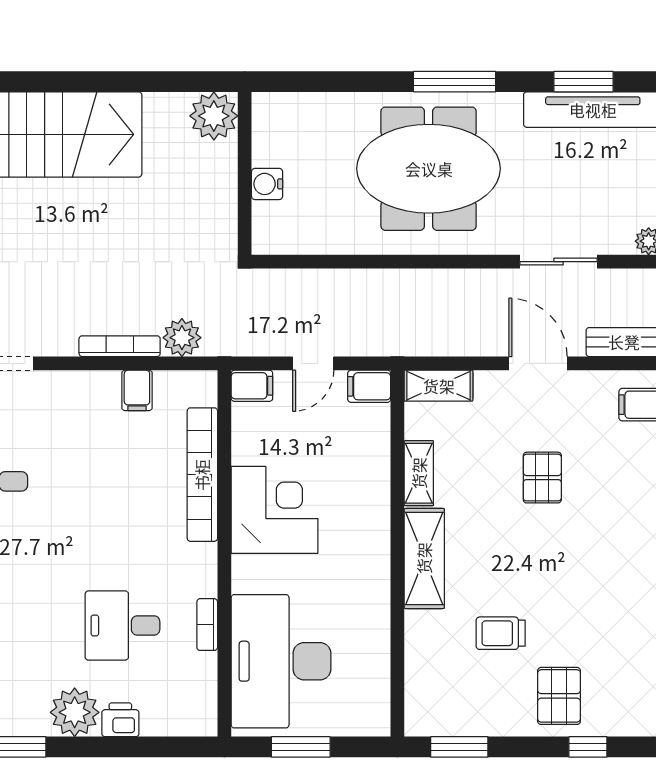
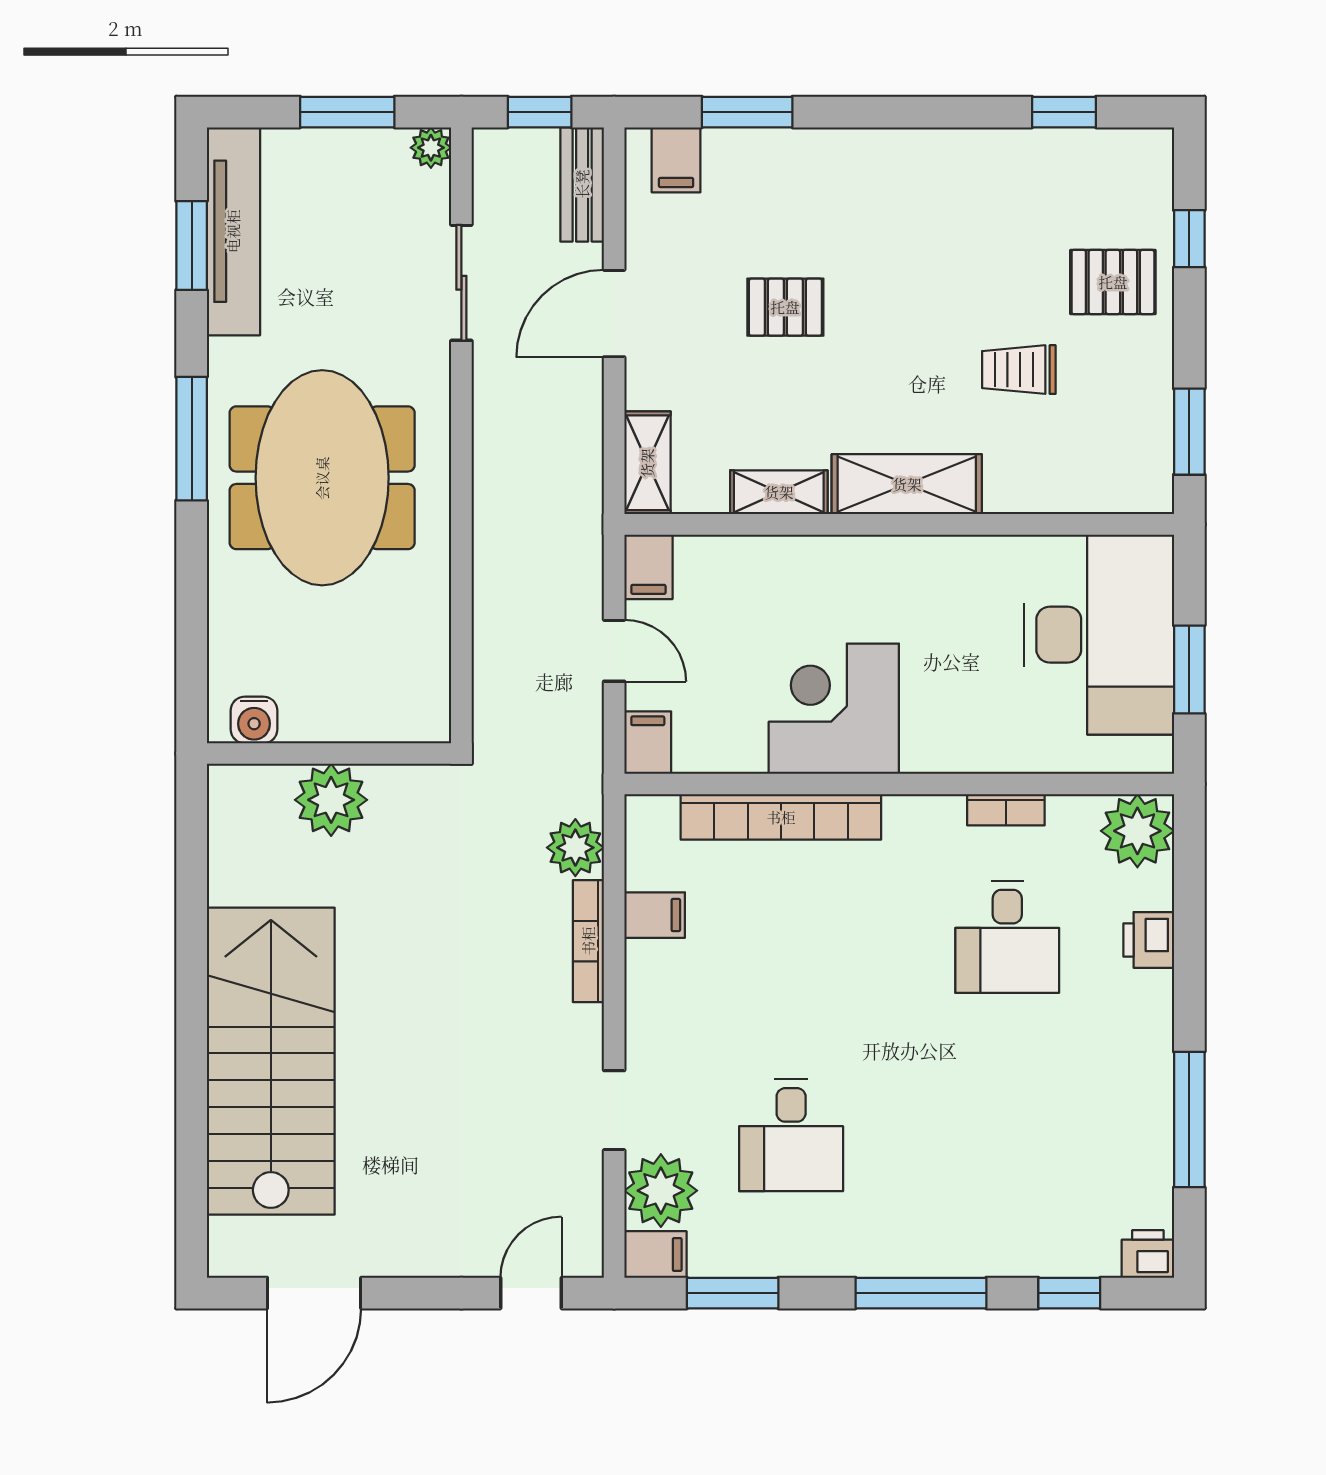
plant: (214, 116) -> (331, 800), moved
water cooler: (267, 184) -> (254, 720), moved
trolley: (501, 633) -> (1019, 370), turned 90
desk: (281, 661) -> (1099, 635), moved, turned -90
plant: (75, 712) -> (1137, 831), moved

